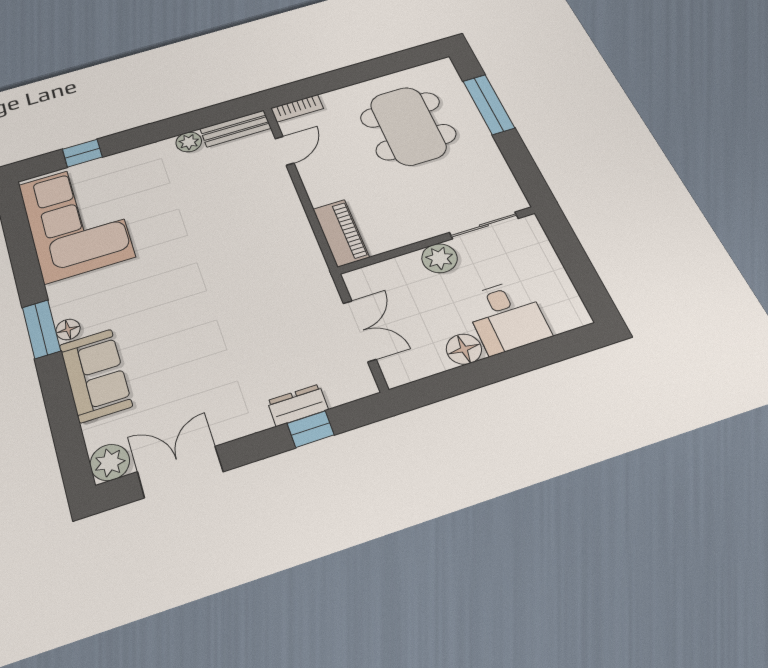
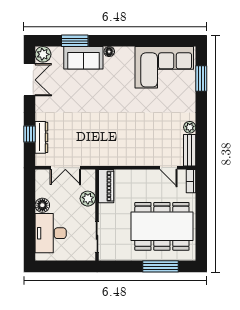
dining table: (408, 126) -> (162, 226), width x1.36, depth x1.24
window: (82, 153) -> (201, 78), width x1.50
piano: (341, 233) -> (106, 186), moved, turned -90
plant: (439, 258) -> (88, 199), moved
desk: (507, 317) -> (51, 233), width x1.37
window: (41, 329) -> (75, 41), moved
dresser: (298, 405) -> (41, 137), width x1.44

